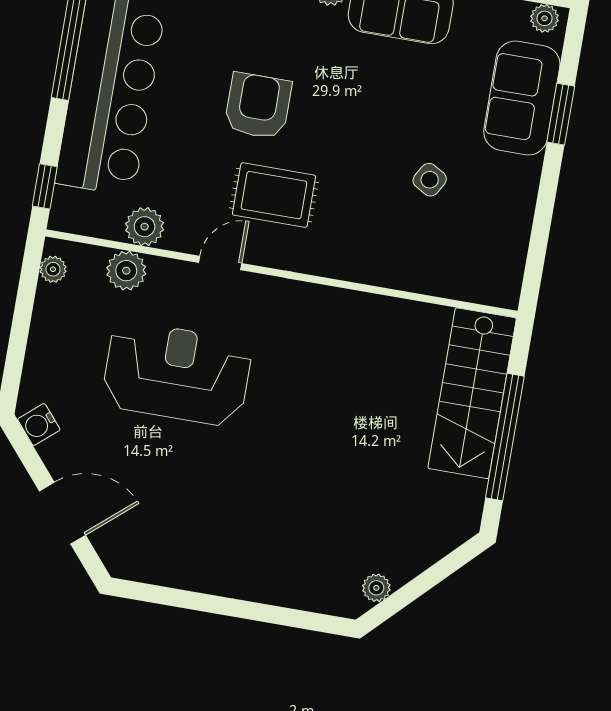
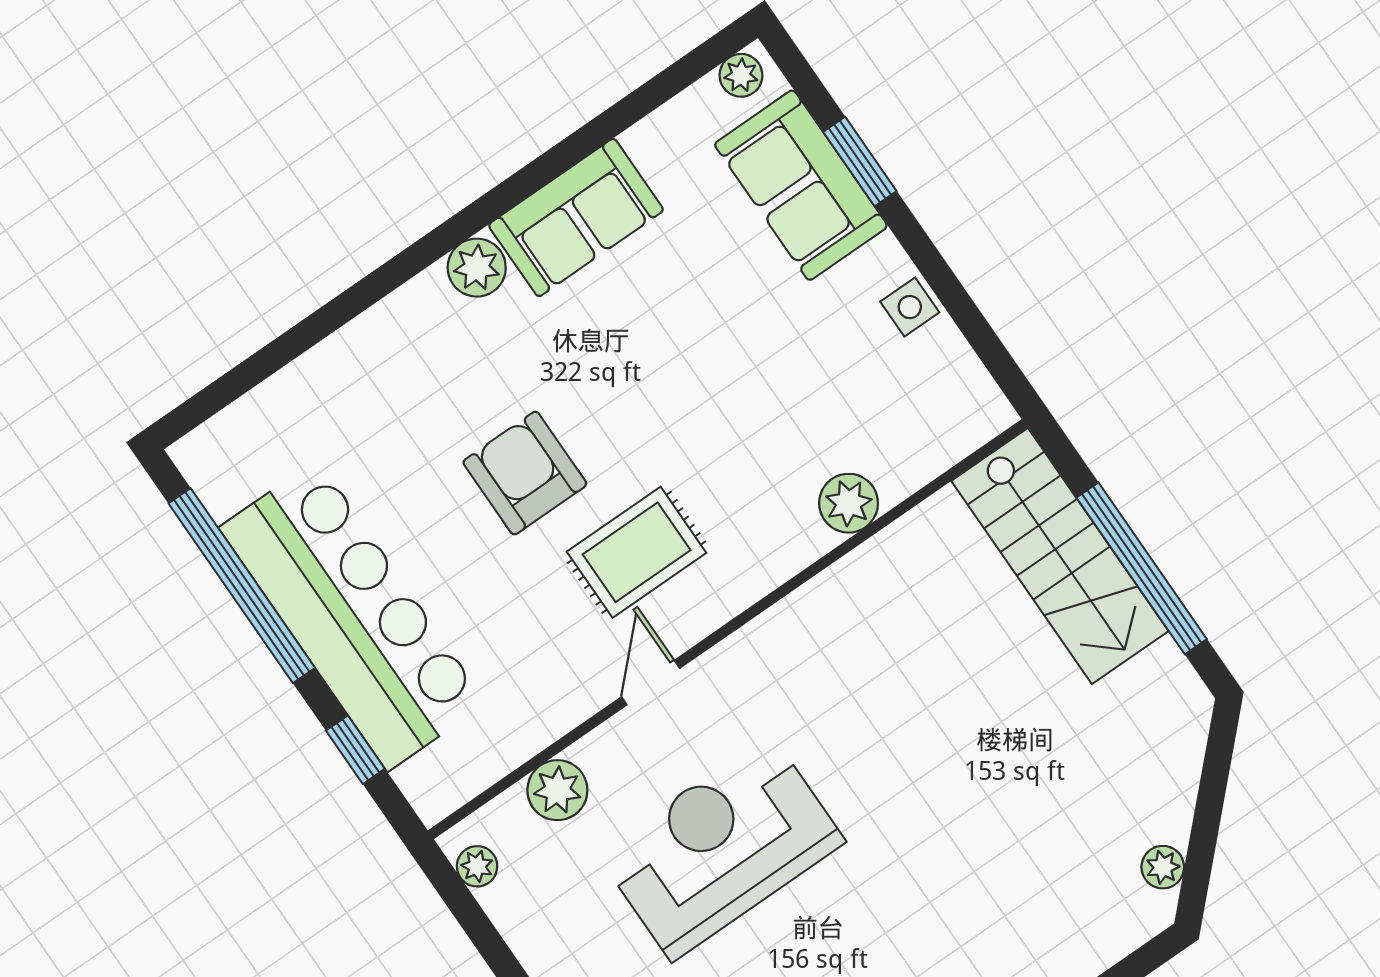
side table: (430, 180) -> (910, 307), moved, turned -30
window: (45, 186) -> (355, 750), moved
plant: (145, 227) -> (849, 503), moved

